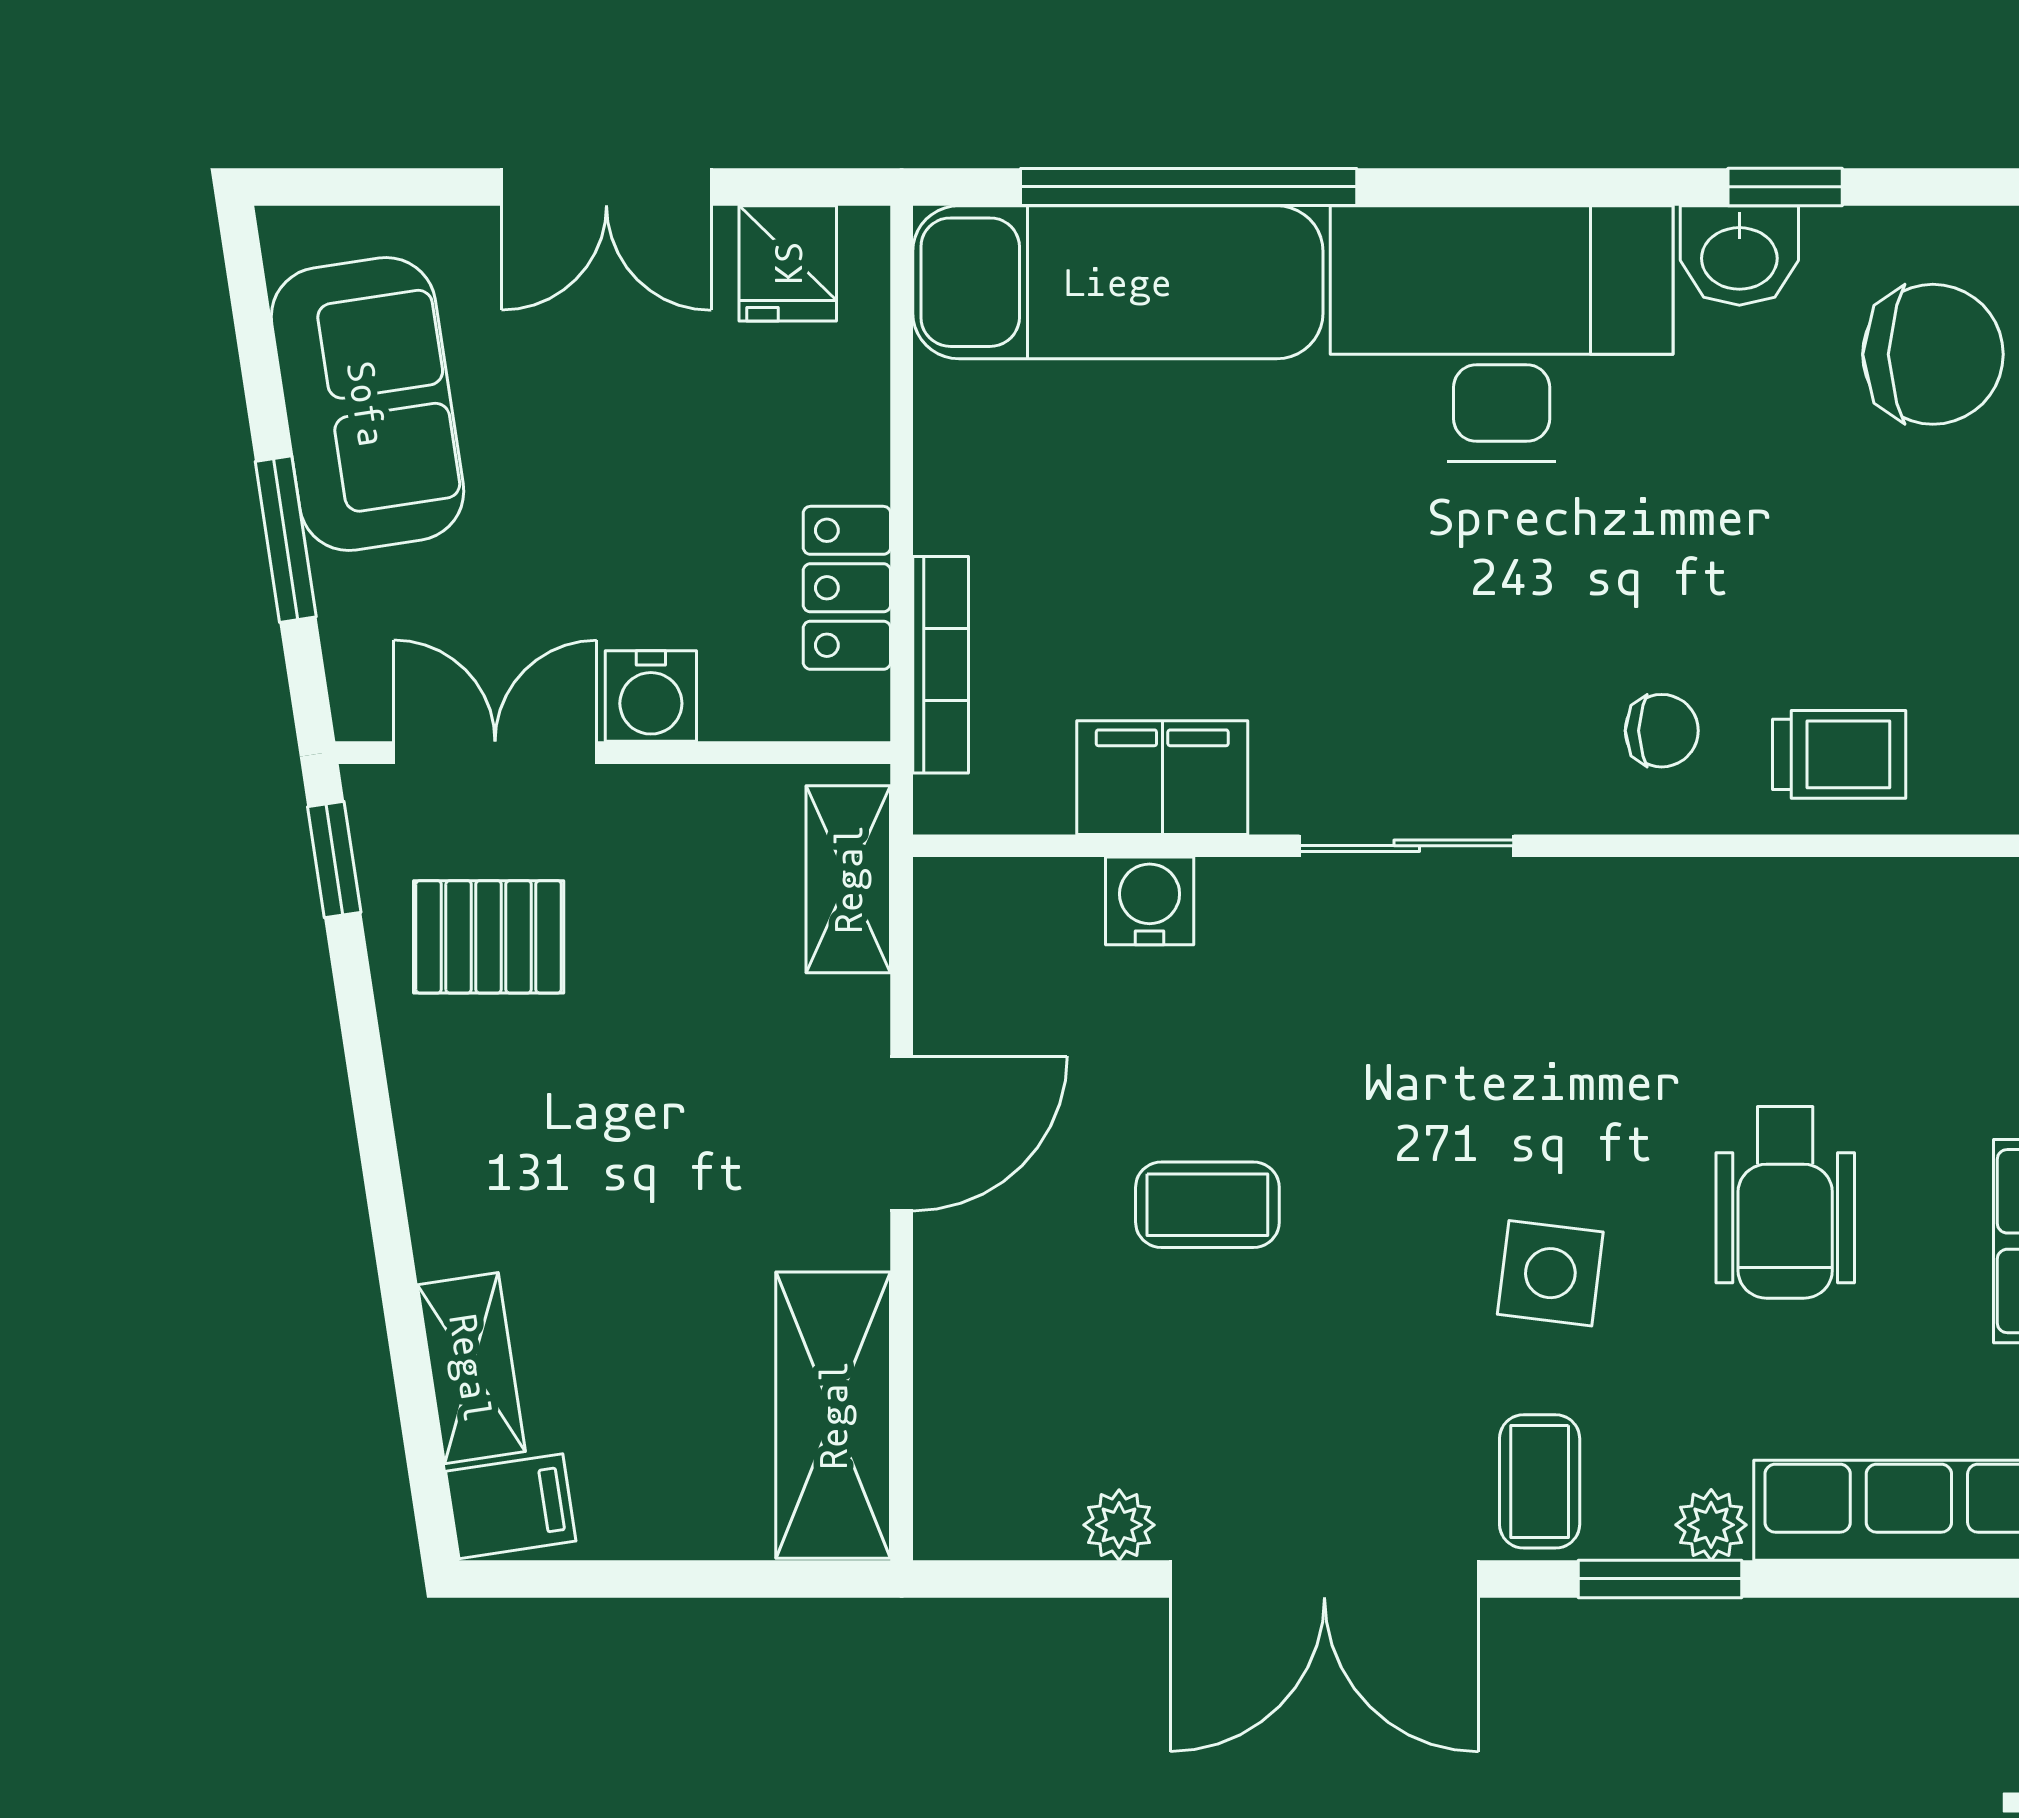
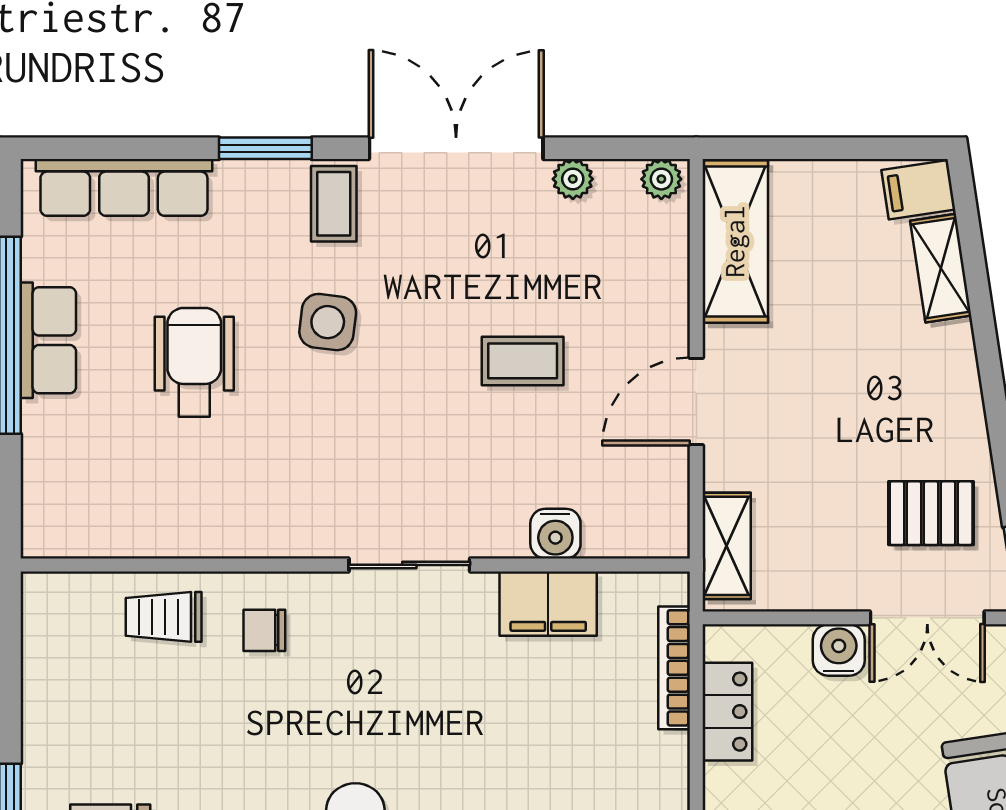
plant: (1711, 1525) -> (661, 179), moved

